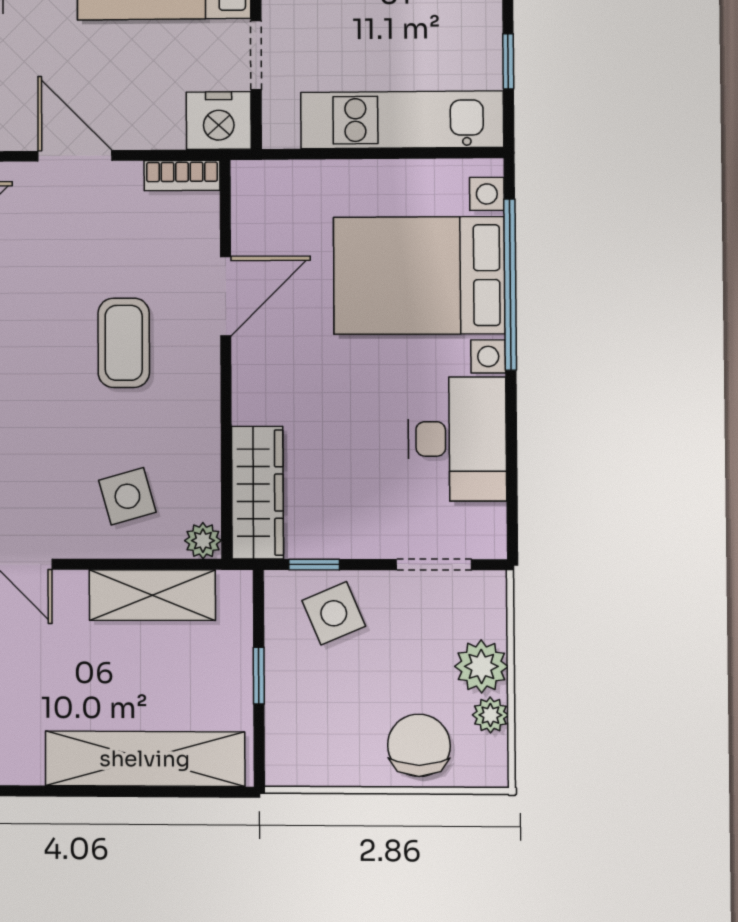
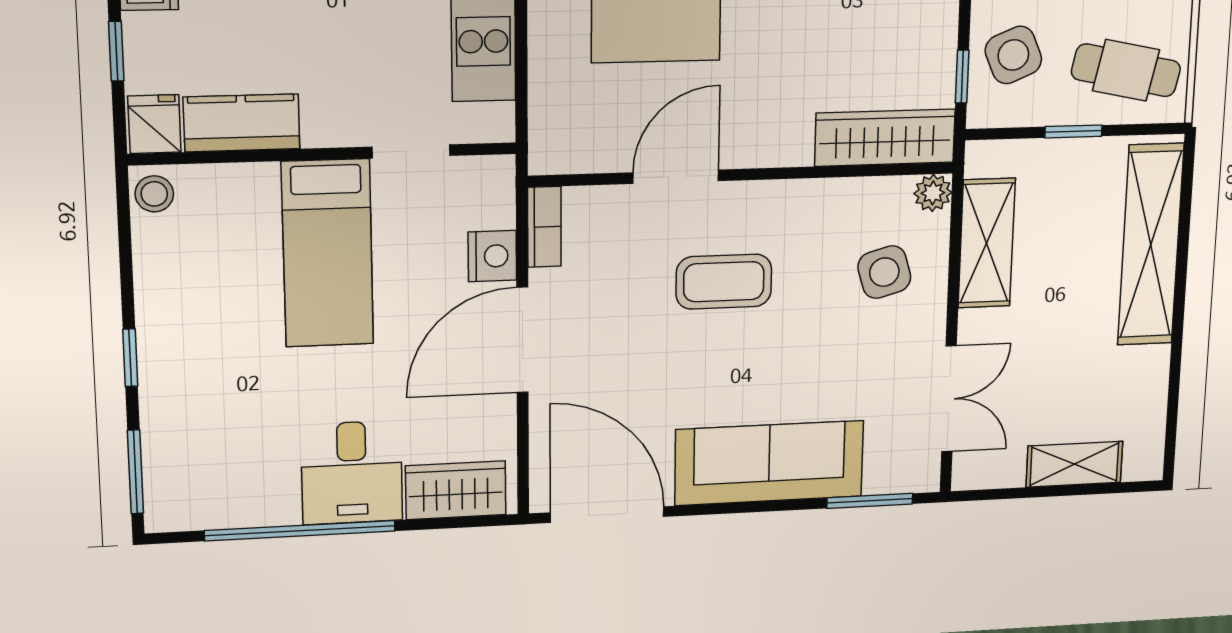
nightstand: (219, 121) -> (492, 256), moved, width x0.74, depth x0.75
door: (75, 156) -> (522, 340), width x1.36
door: (226, 296) -> (676, 177), hinge flipped
cafe table: (317, 725) -> (1126, 70), added

